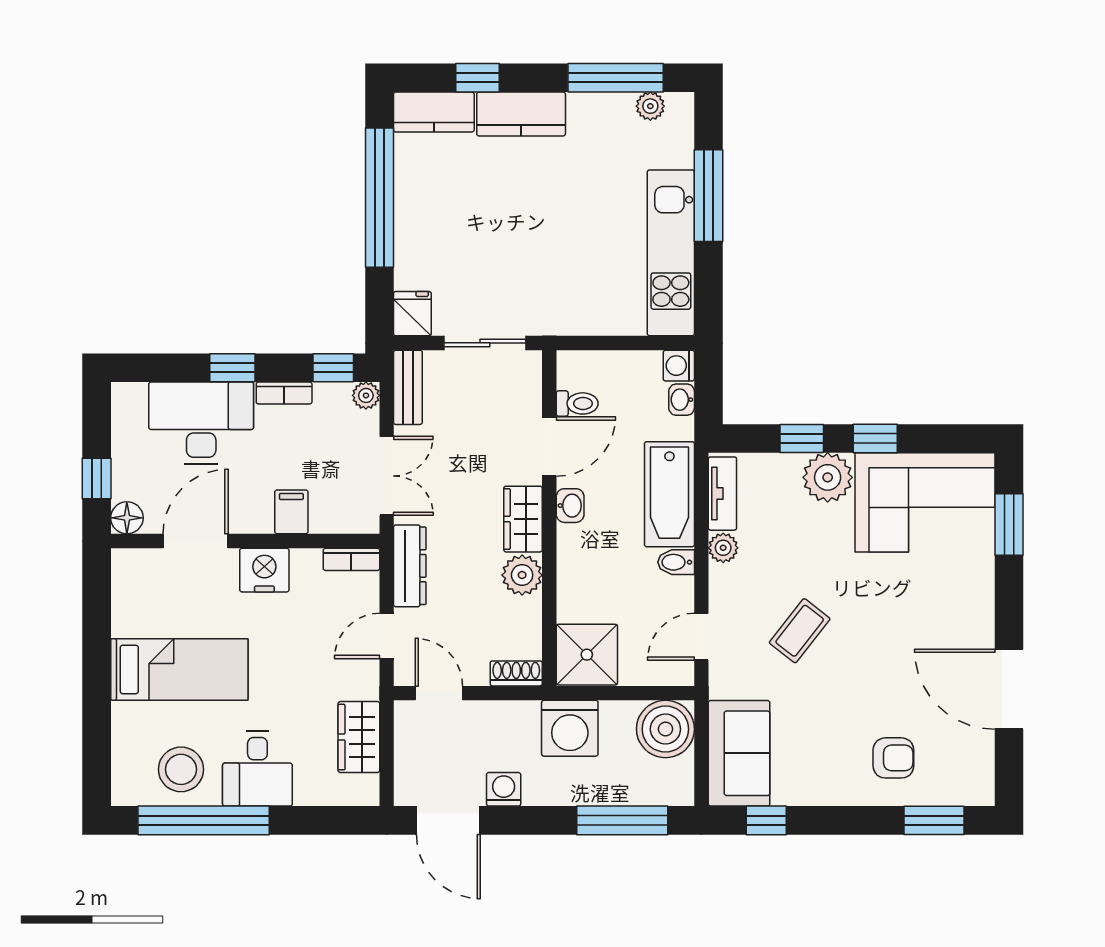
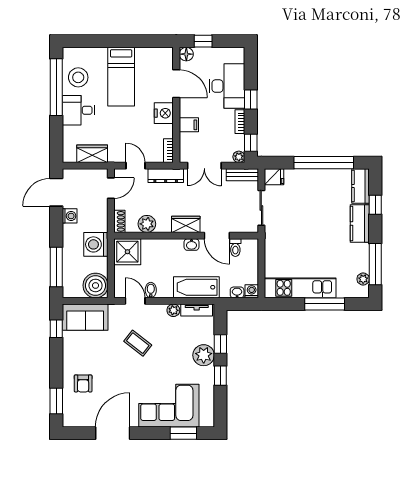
corner sofa: (925, 502) -> (169, 406), moved, turned 90
bidet: (676, 562) -> (151, 290), moved
plant: (522, 575) -> (147, 224), moved

